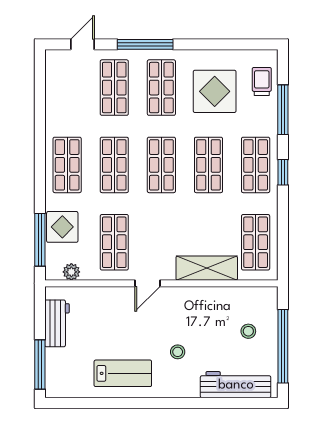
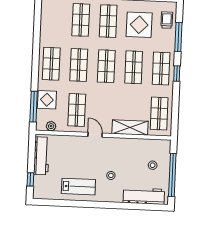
door: (147, 283) -> (95, 135), swing flipped
workbench: (57, 323) -> (41, 156), width x1.37
window: (40, 365) -> (30, 179), width x0.46

